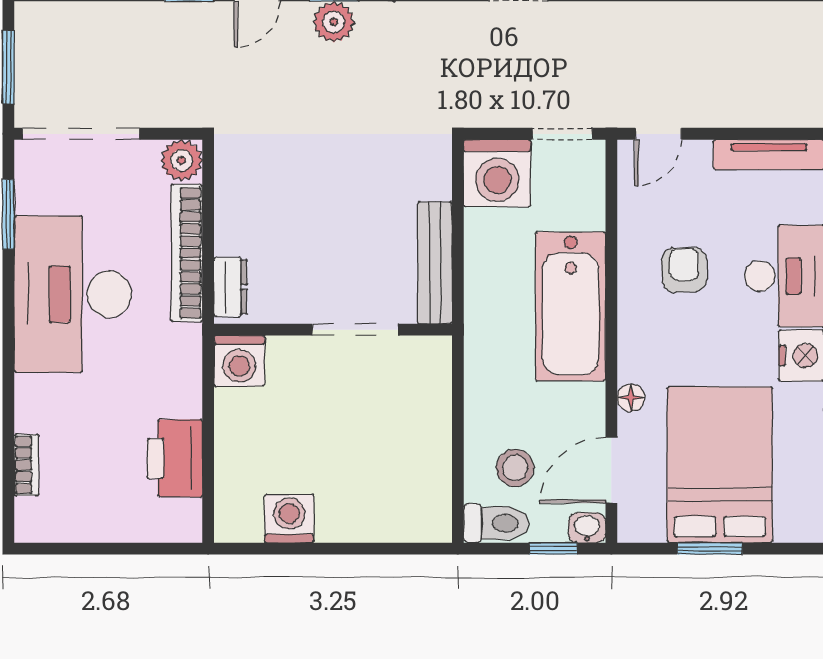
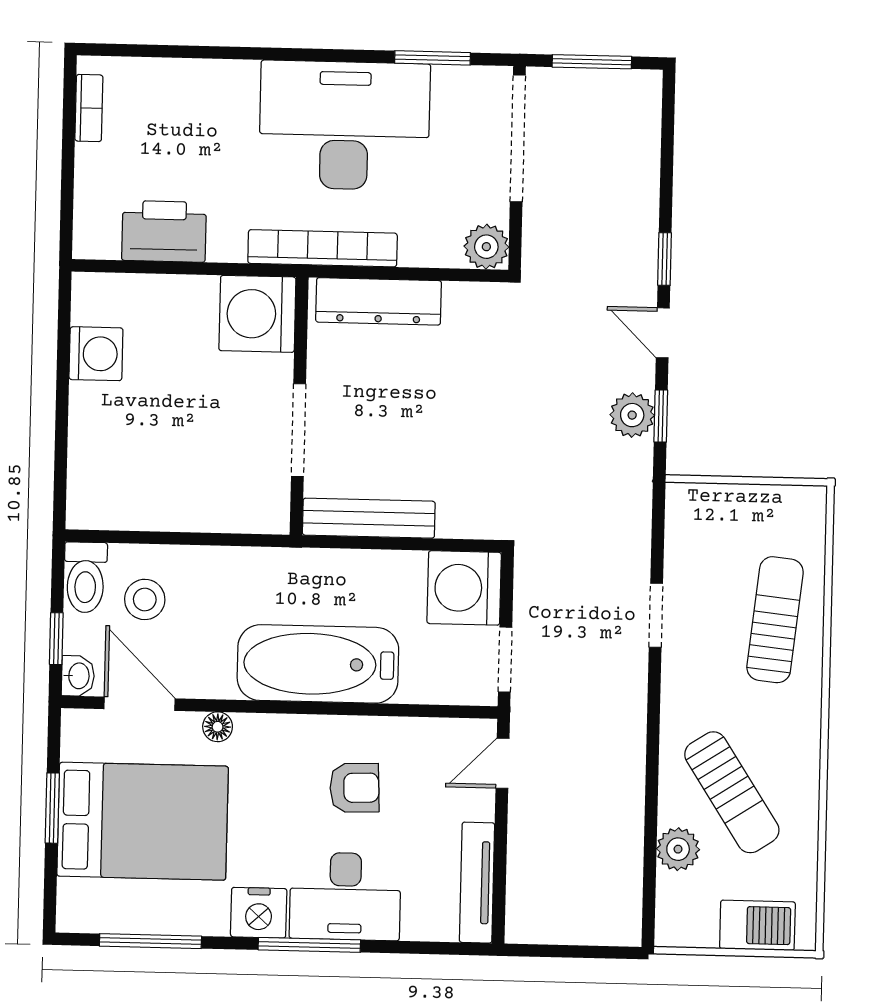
door: (658, 134) -> (503, 763), hinge flipped
bookcase: (187, 253) -> (323, 248), moved
dresser: (230, 287) -> (379, 301), width x1.96, depth x1.24
washing machine: (239, 361) -> (257, 314), width x1.37, depth x1.37
bookcase: (26, 465) -> (89, 108), moved, turned -90

